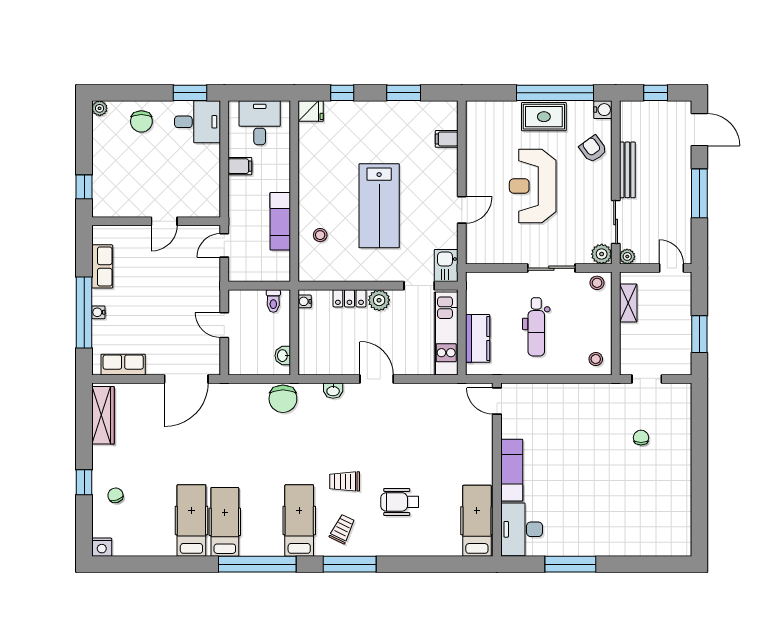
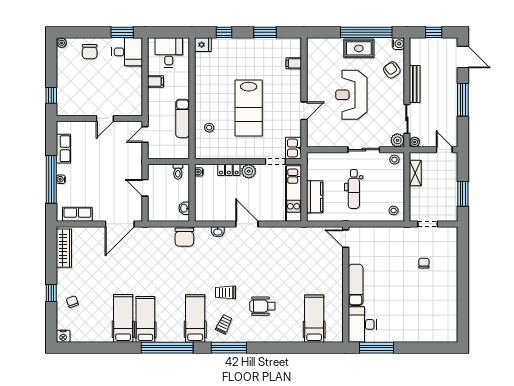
door: (497, 401) -> (346, 239), moved
wall: (497, 470) -> (346, 285), moved
exam couch: (512, 470) -> (356, 285), moved
desk: (522, 529) -> (362, 324), moved

